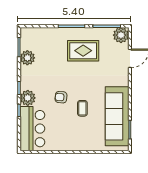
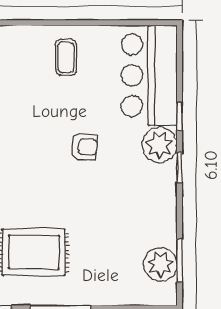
plant: (27, 58) -> (160, 264), moved
coffee table: (82, 108) -> (66, 57), moved

